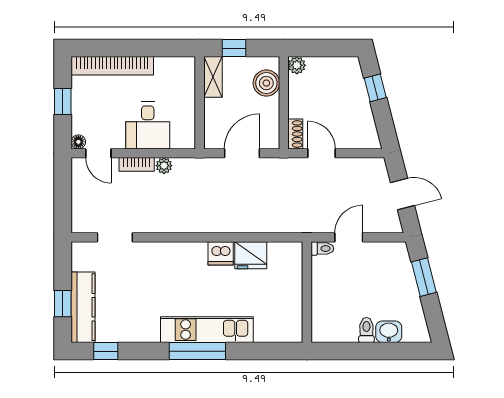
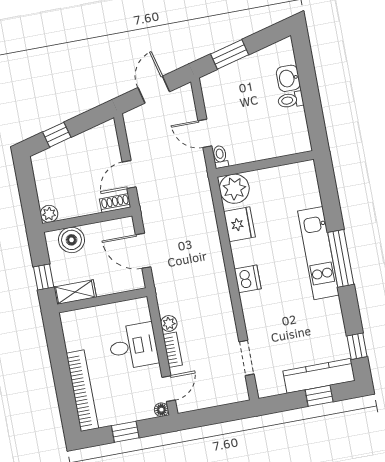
dishwasher: (221, 253) -> (248, 279), moved
plant: (288, 257) -> (234, 189), added

